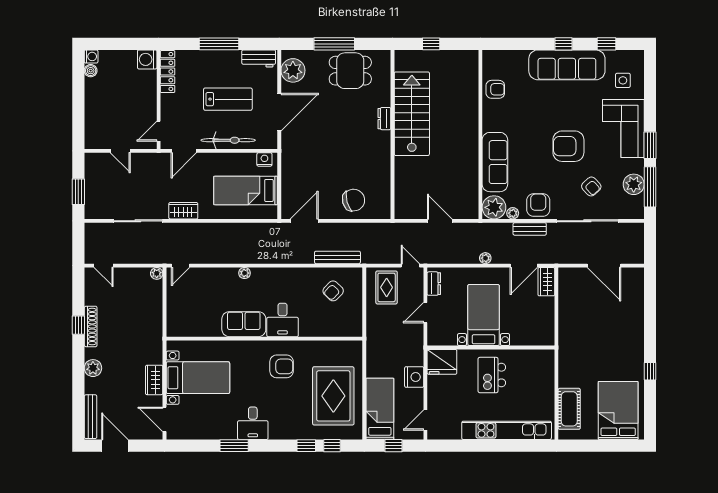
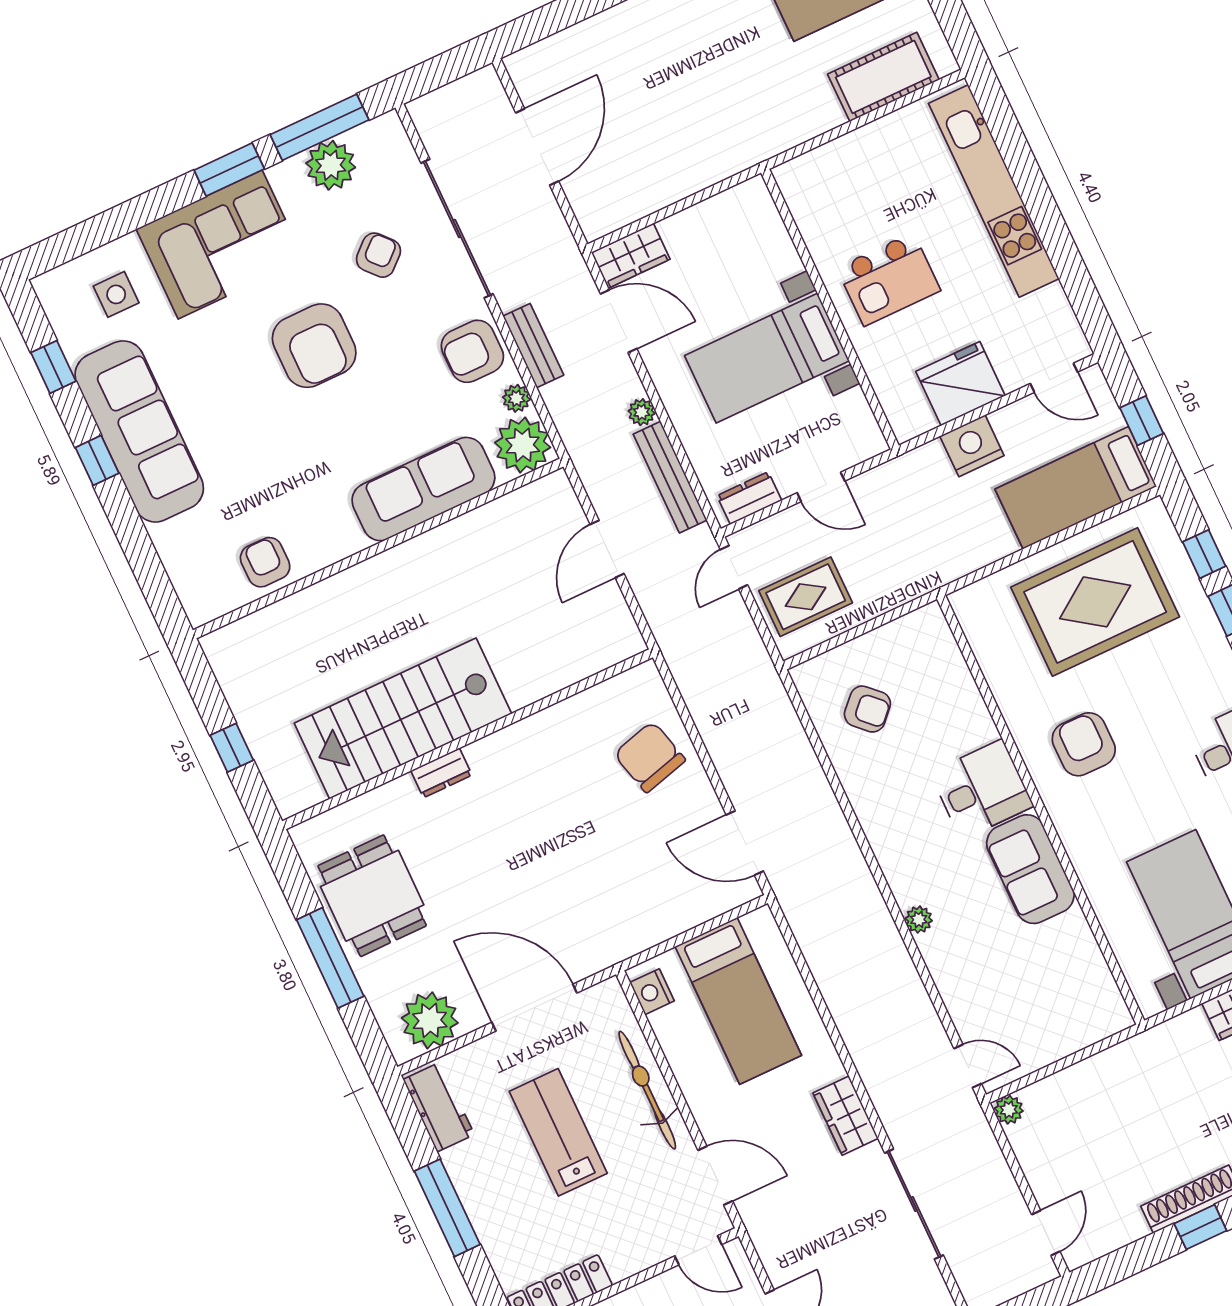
bench: (337, 257) -> (670, 477), moved
fridge: (442, 362) -> (961, 384), moved, turned -90

